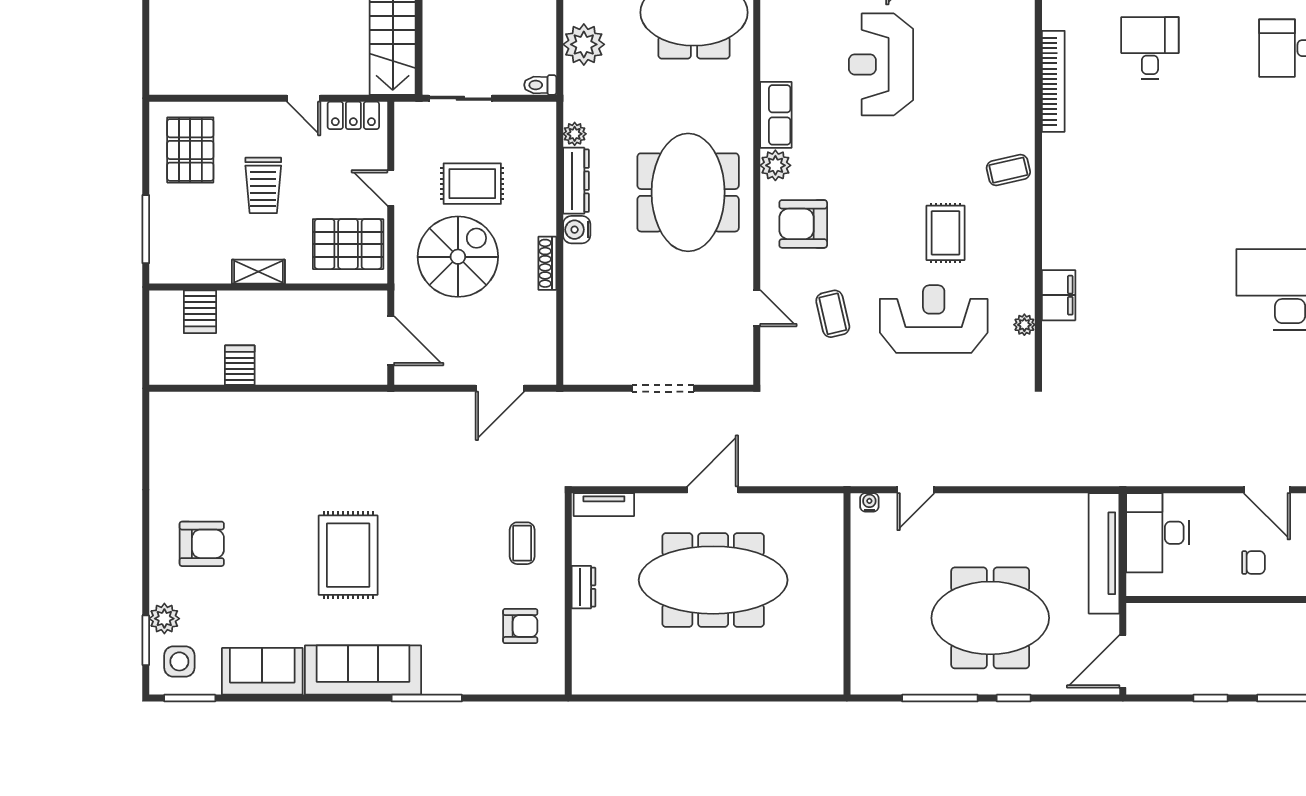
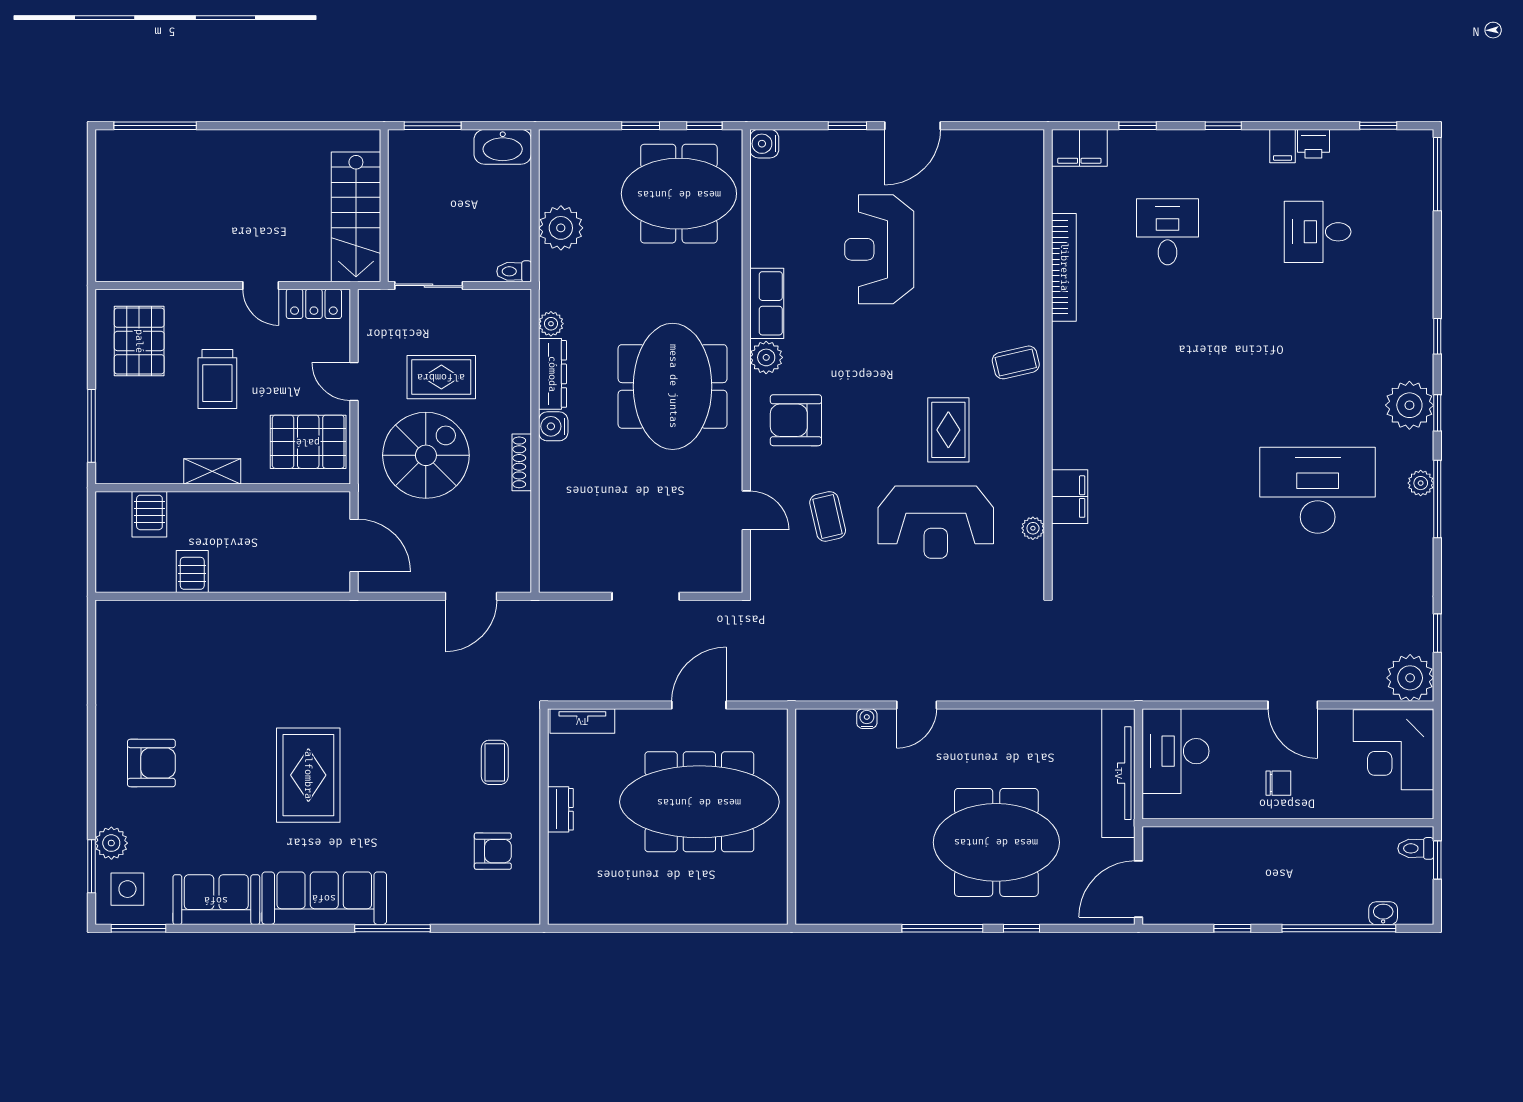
reception desk: (934, 319) -> (936, 522), turned 180
wall: (847, 594) -> (791, 817), moved

